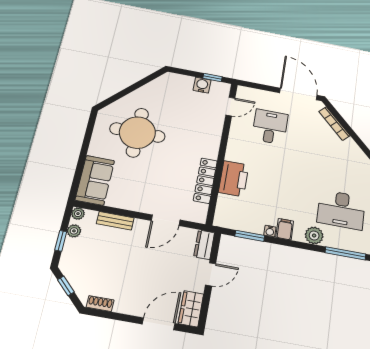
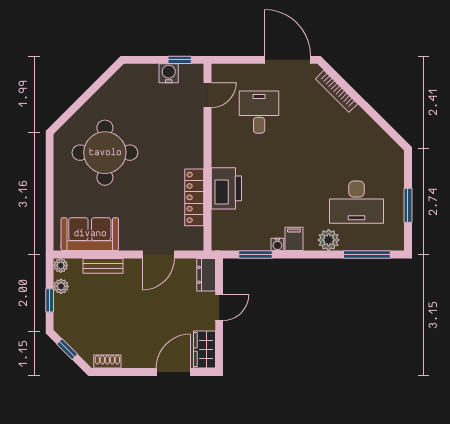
sofa: (95, 180) -> (90, 234), moved, turned -90

